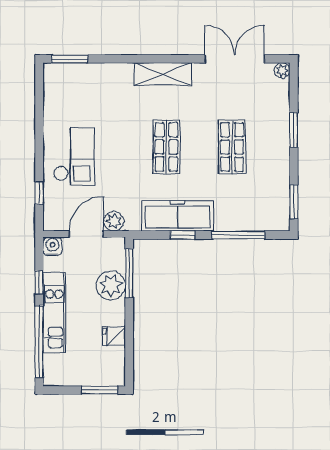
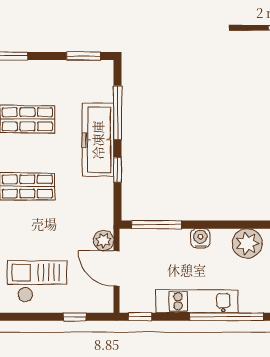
freezer: (177, 216) -> (98, 140), moved
water cooler: (52, 246) -> (200, 238), moved, turned 90
window: (39, 282) -> (140, 317), moved
plant: (111, 285) -> (247, 243), moved
fridge: (114, 336) -> (221, 240), removed

